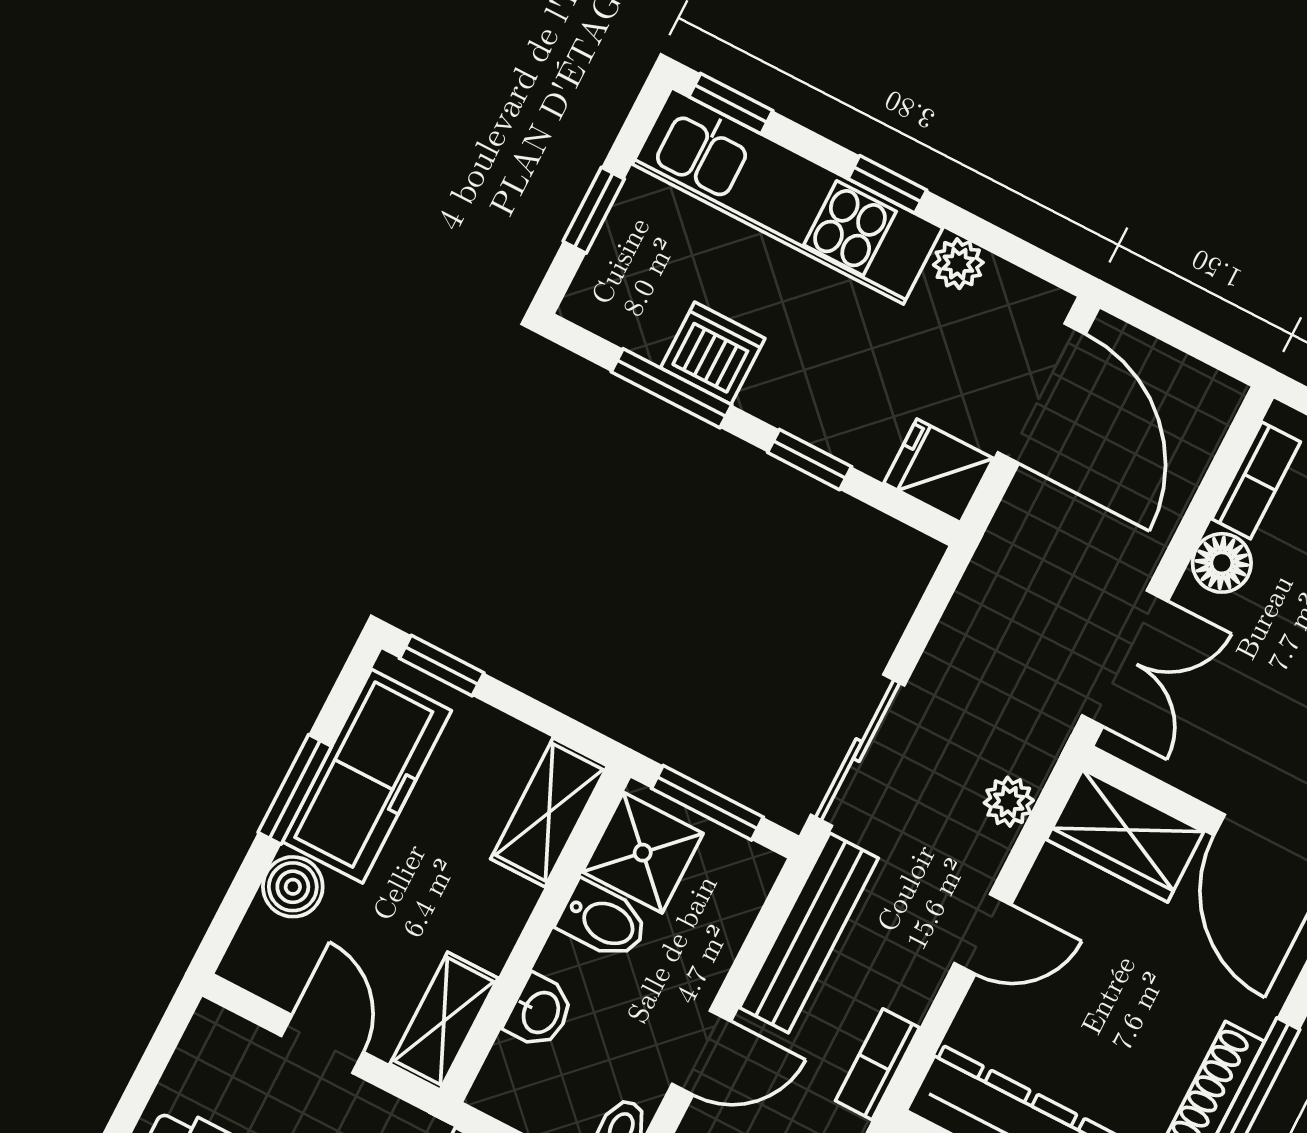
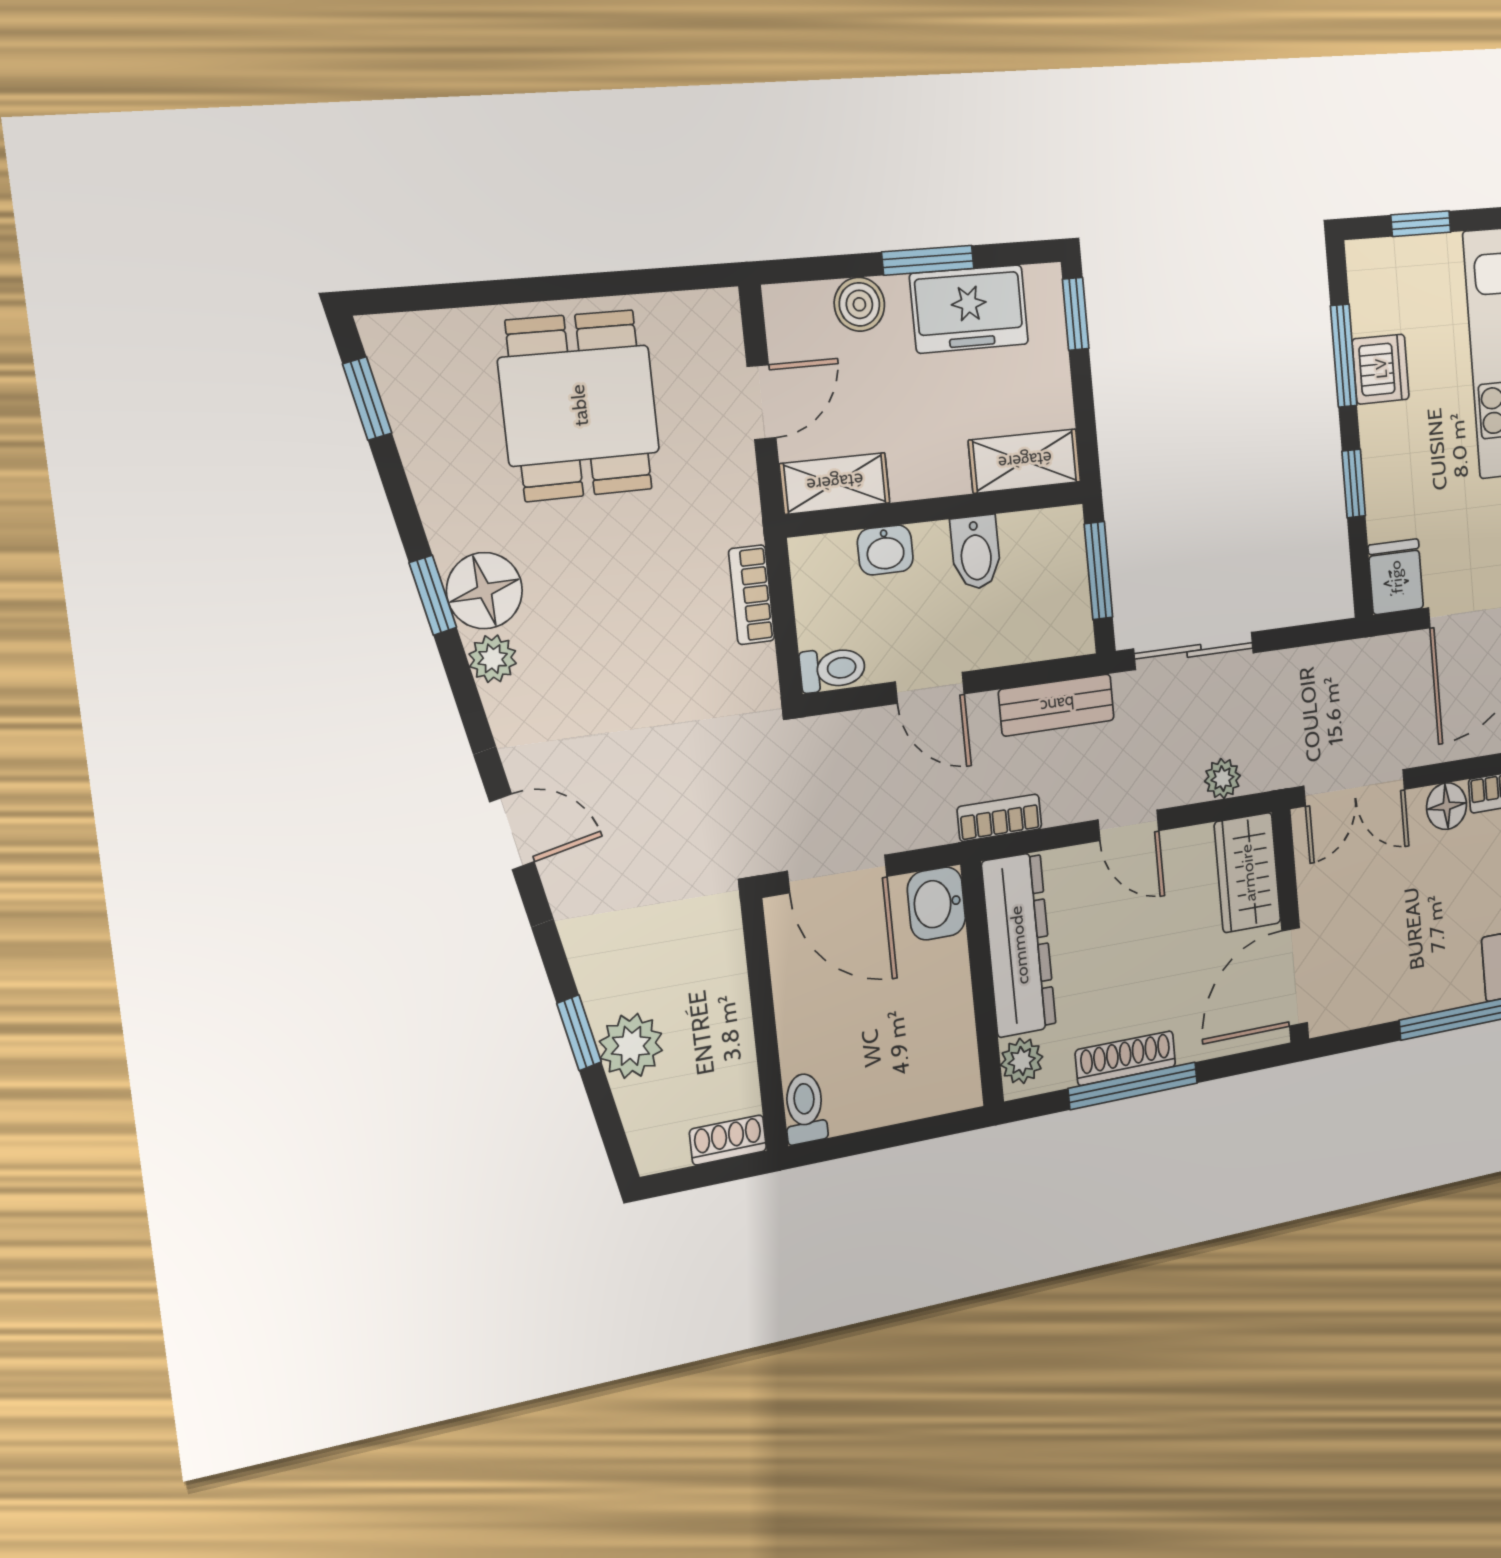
freezer: (367, 776) -> (969, 309), width x0.71
shower: (643, 853) -> (1038, 548), removed
bench: (809, 933) -> (1057, 705), width x0.73

